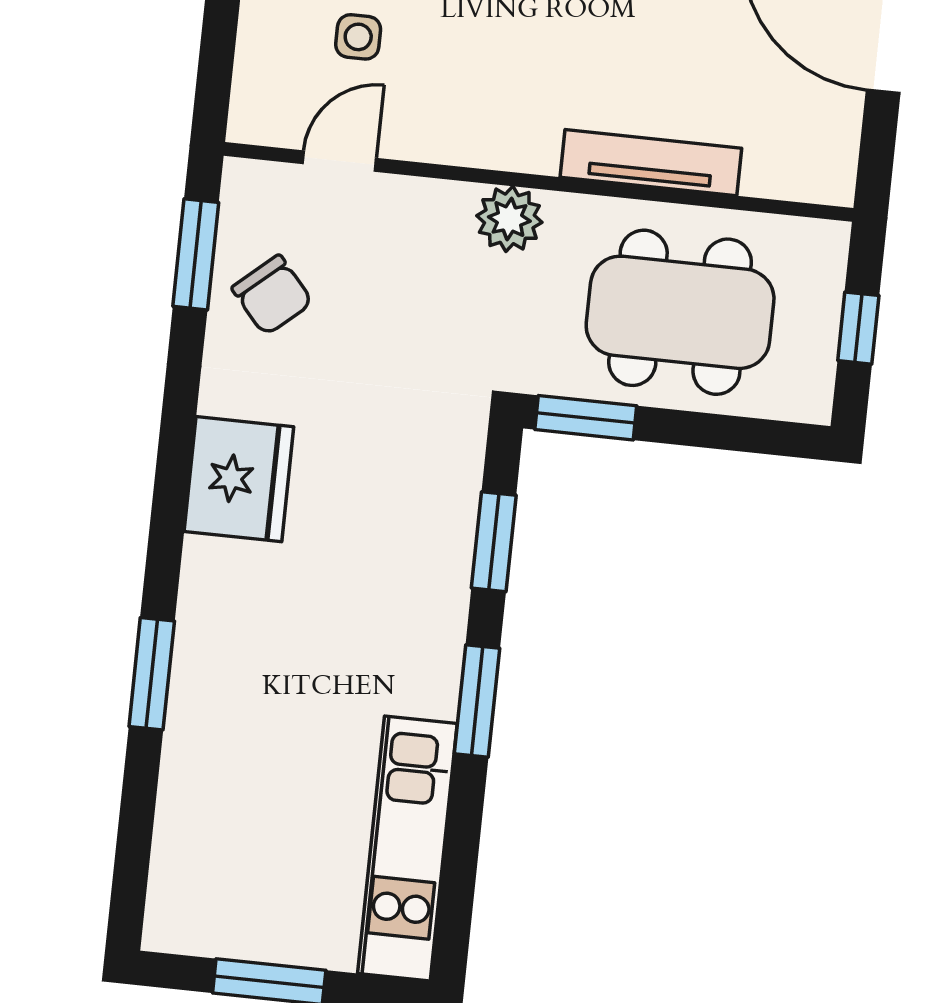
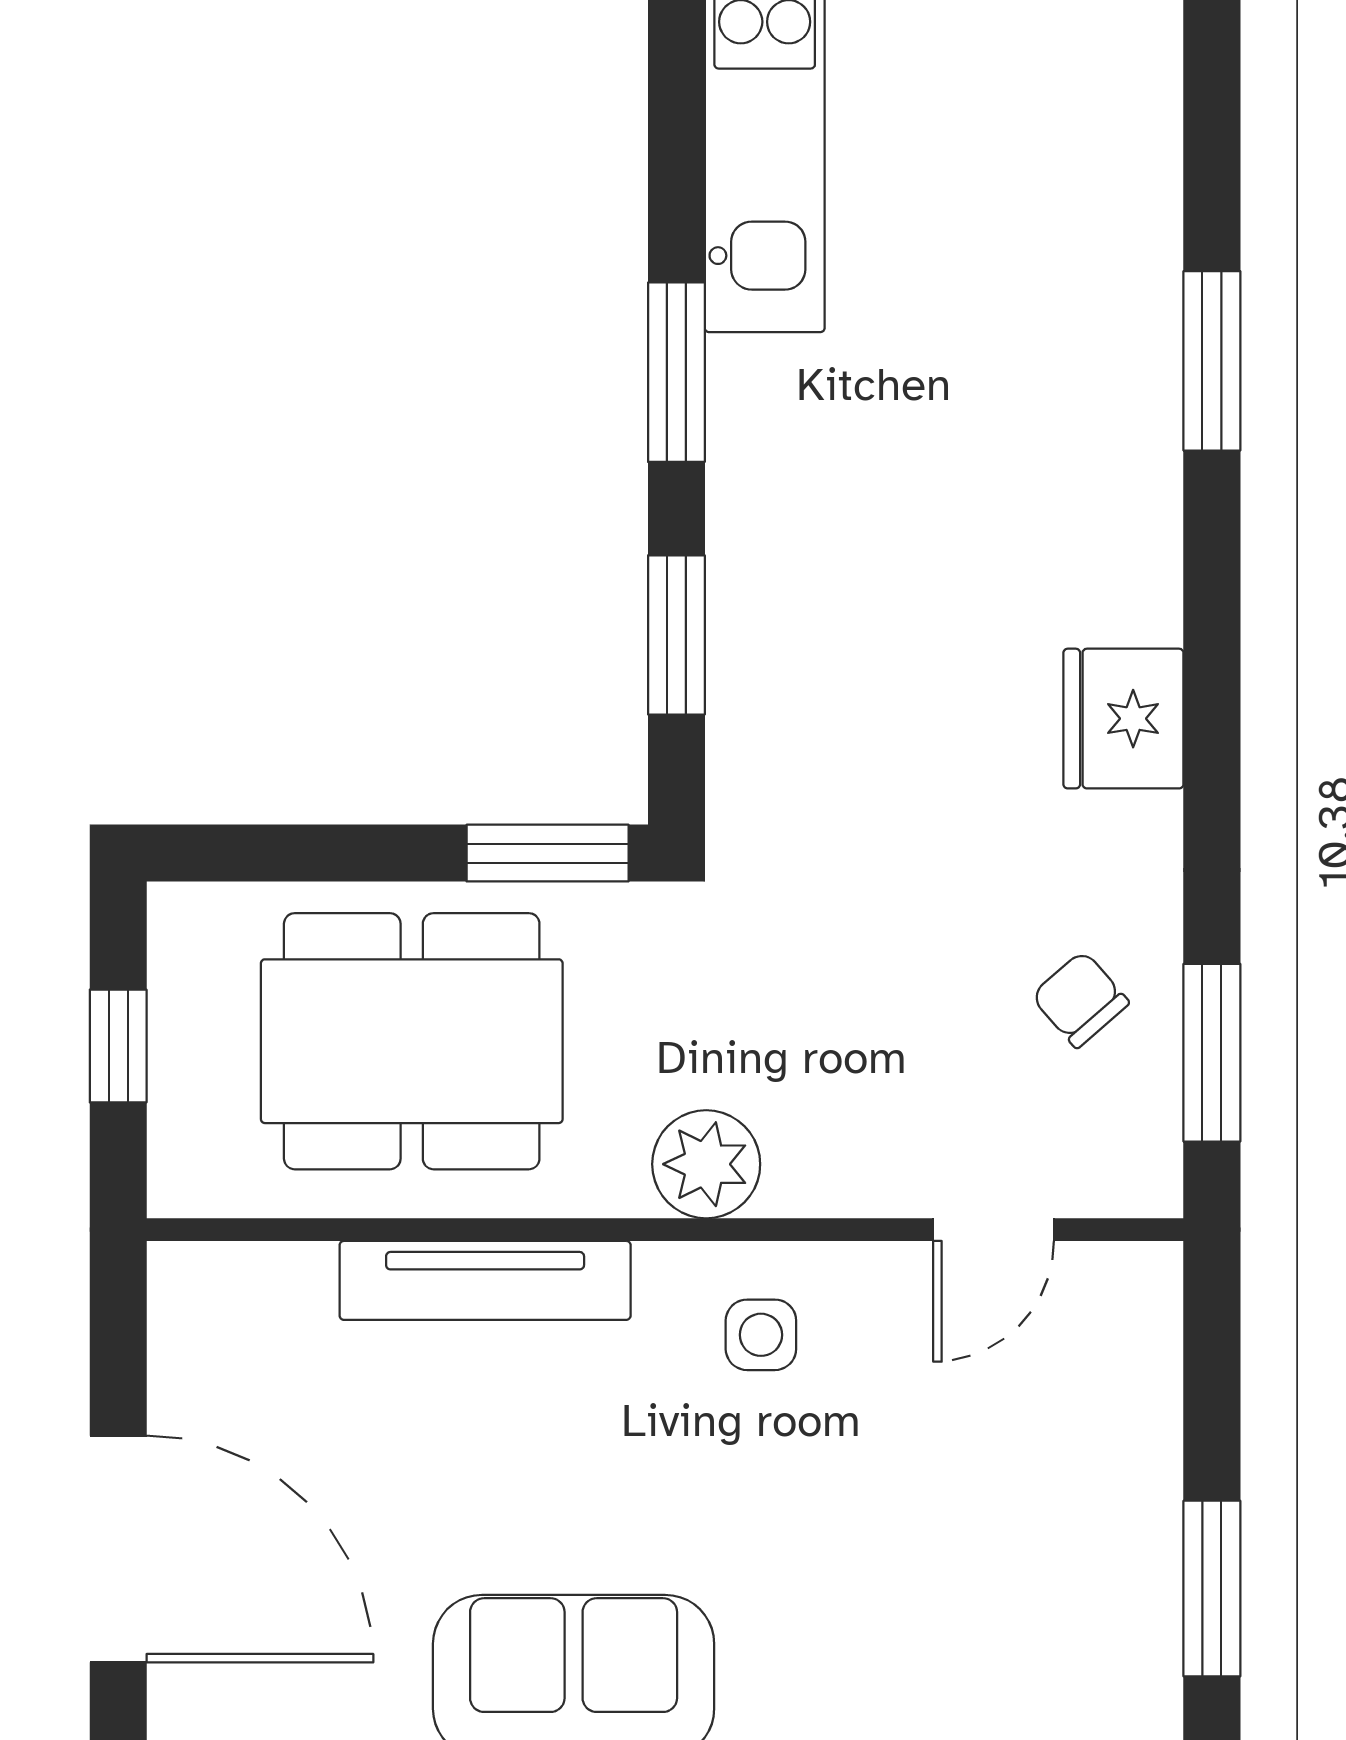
side table: (358, 37) -> (761, 1335), moved
chair: (272, 295) -> (1080, 999), width x0.73, depth x0.73
fridge: (239, 479) -> (1123, 719), width x0.73, depth x0.75

